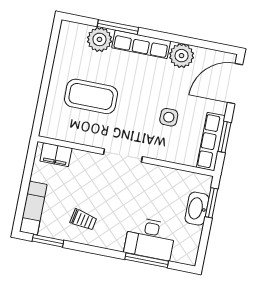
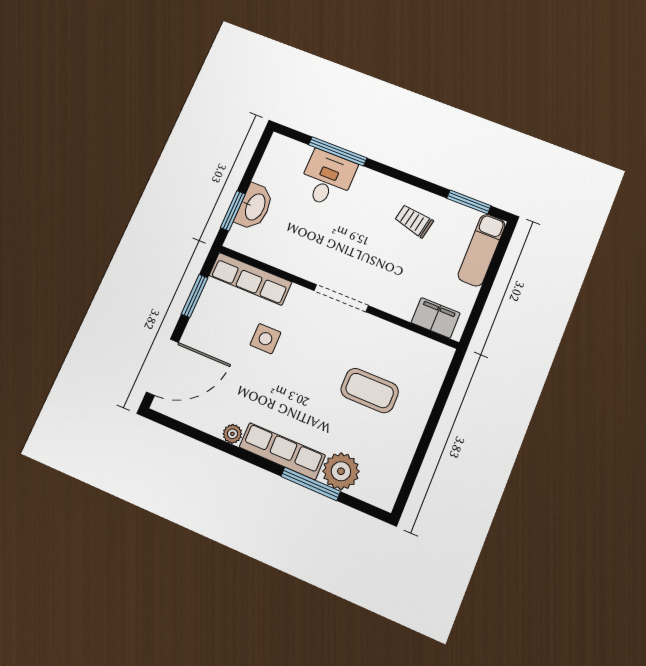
plant: (182, 56) -> (232, 434), width x0.53, depth x0.53
coffee table: (91, 96) -> (370, 390), width x0.73, depth x0.76
row of seats: (211, 142) -> (250, 279), moved, turned 90
desk: (150, 239) -> (327, 179), width x0.73

